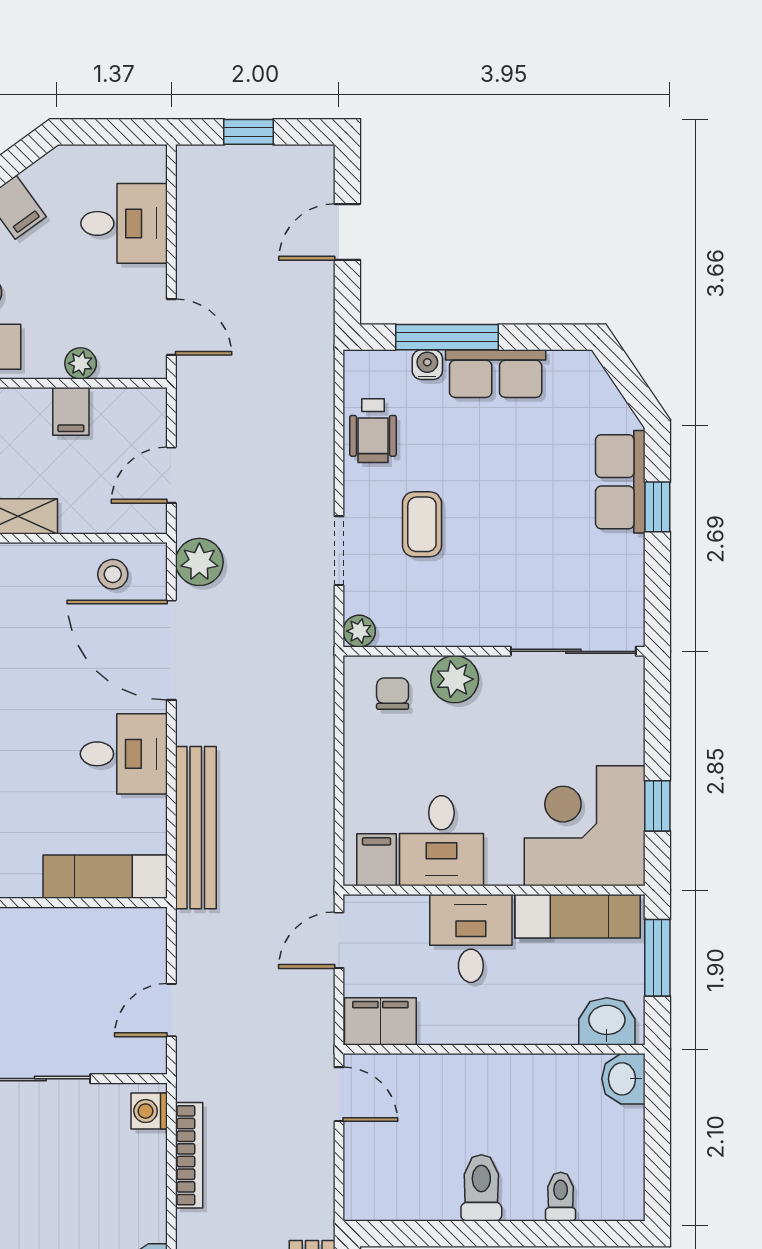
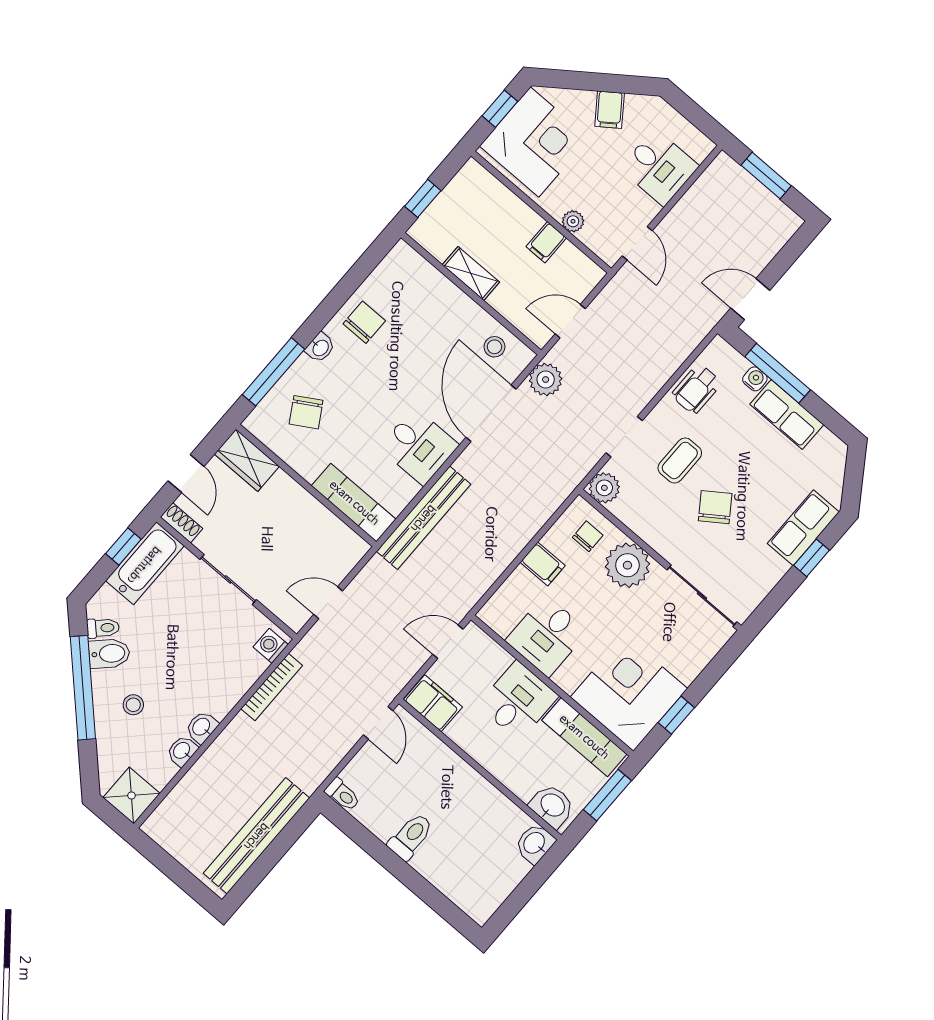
window: (249, 132) -> (766, 175), width x1.50
door: (347, 232) -> (750, 299), moved
chair: (504, 542) -> (715, 507), added
plant: (359, 631) -> (604, 488), width x1.38, depth x1.38
plant: (455, 679) -> (627, 565), width x1.36, depth x1.36
filing cabinet: (377, 860) -> (543, 564), moved, turned 90
toilet: (561, 1197) -> (343, 795), moved, turned 90

